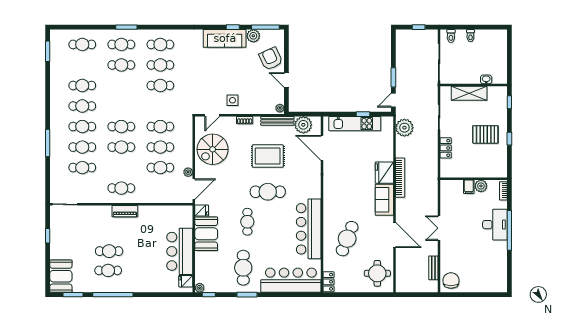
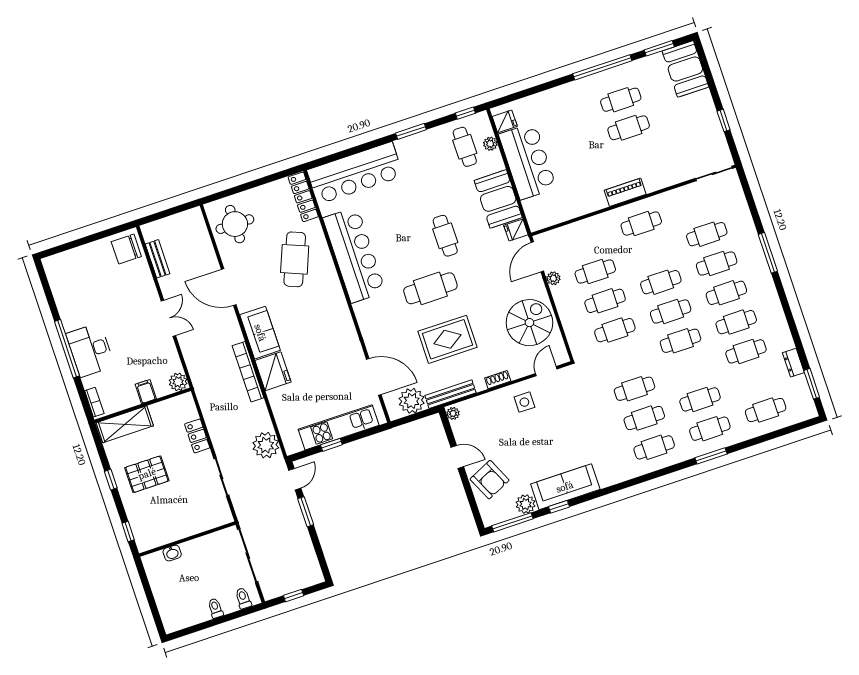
dresser: (55, 68) -> (793, 363), added
shelving: (469, 93) -> (125, 424), moved
cafe table: (121, 106) -> (680, 341), added
plant: (481, 186) -> (178, 382), moved
cafe table: (243, 268) -> (465, 147), moved, width x0.73, depth x0.74
chair: (451, 281) -> (126, 249), turned 90
locker: (329, 282) -> (303, 197), width x1.53
plant: (200, 288) -> (490, 144), moved

